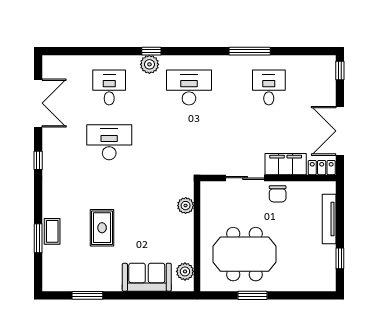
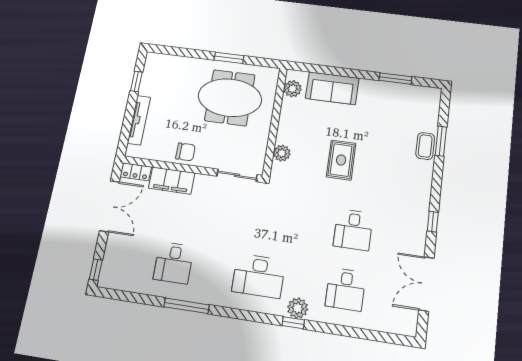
desk: (109, 142) -> (353, 230), width x0.73
sliding door: (245, 178) -> (237, 175), moved
chair: (278, 194) -> (185, 152), turned 90
rug: (102, 228) -> (341, 160), moved

